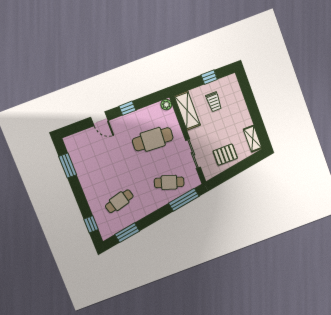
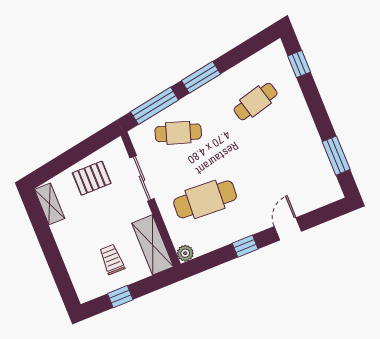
door: (99, 119) -> (288, 229), hinge flipped
window: (127, 233) -> (201, 77), moved

